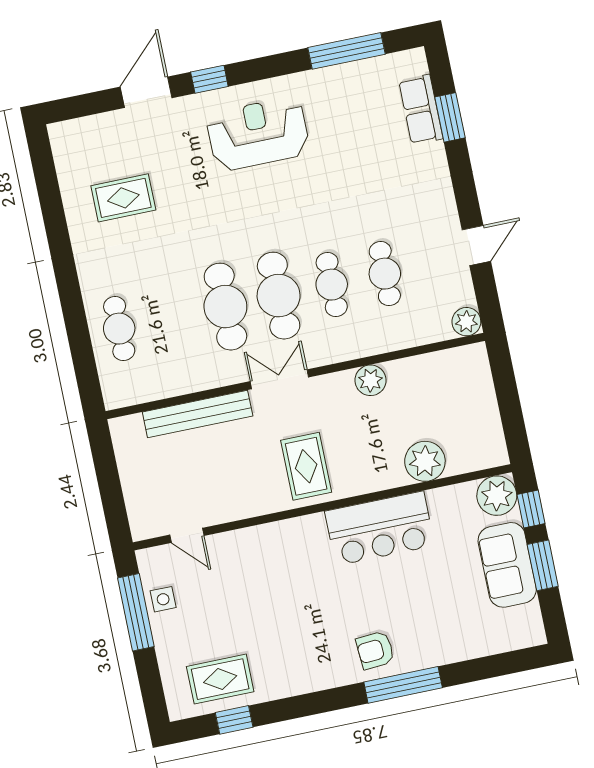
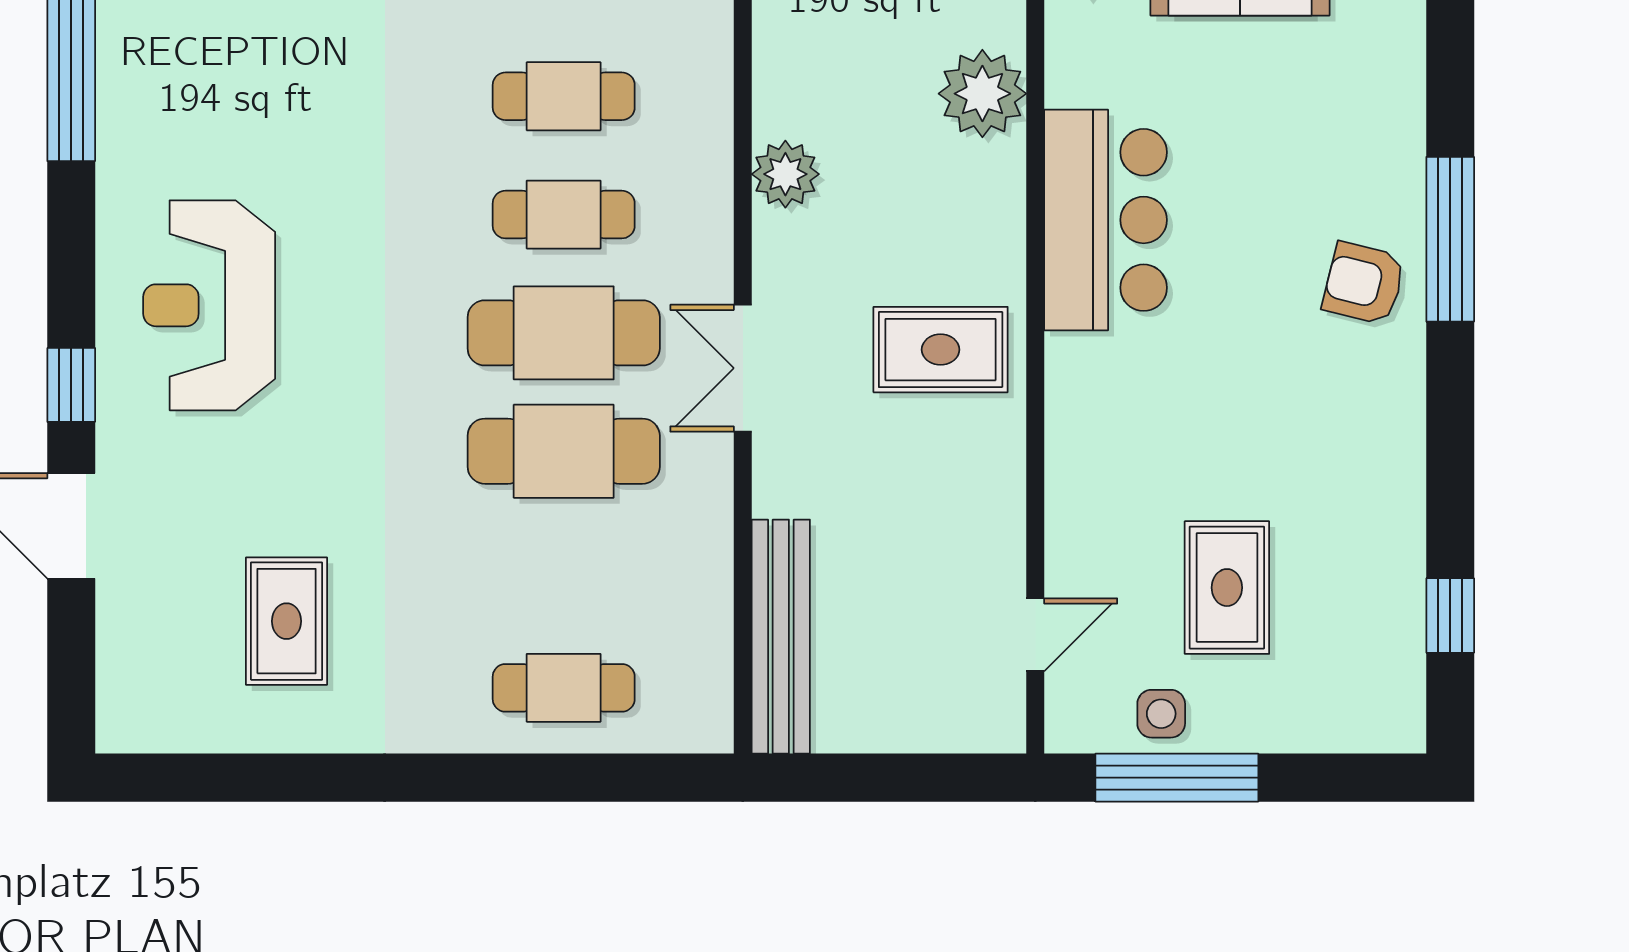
bench: (198, 414) -> (781, 637), moved
armchair: (375, 650) -> (1364, 283), turned 108
rug: (220, 679) -> (1227, 588), moved

